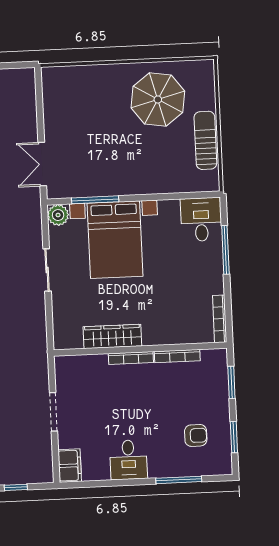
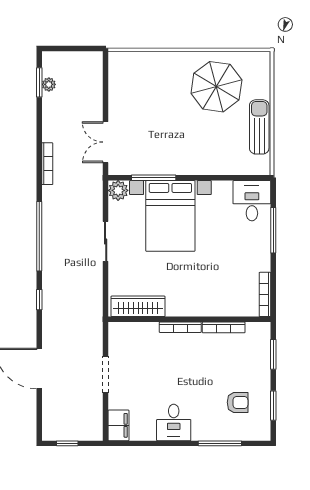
wardrobe: (112, 336) -> (138, 306), moved

